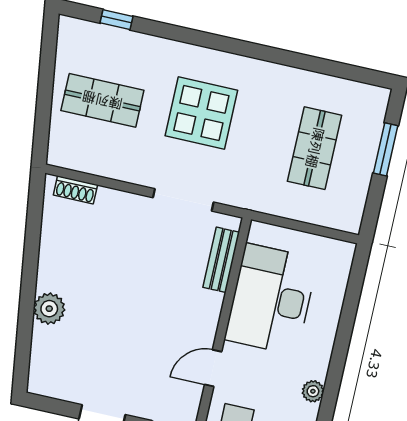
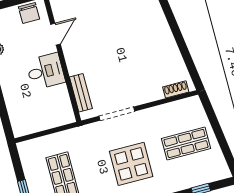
desk: (271, 299) -> (45, 71), width x0.53, depth x0.77
plant: (49, 309) -> (157, 20), removed

